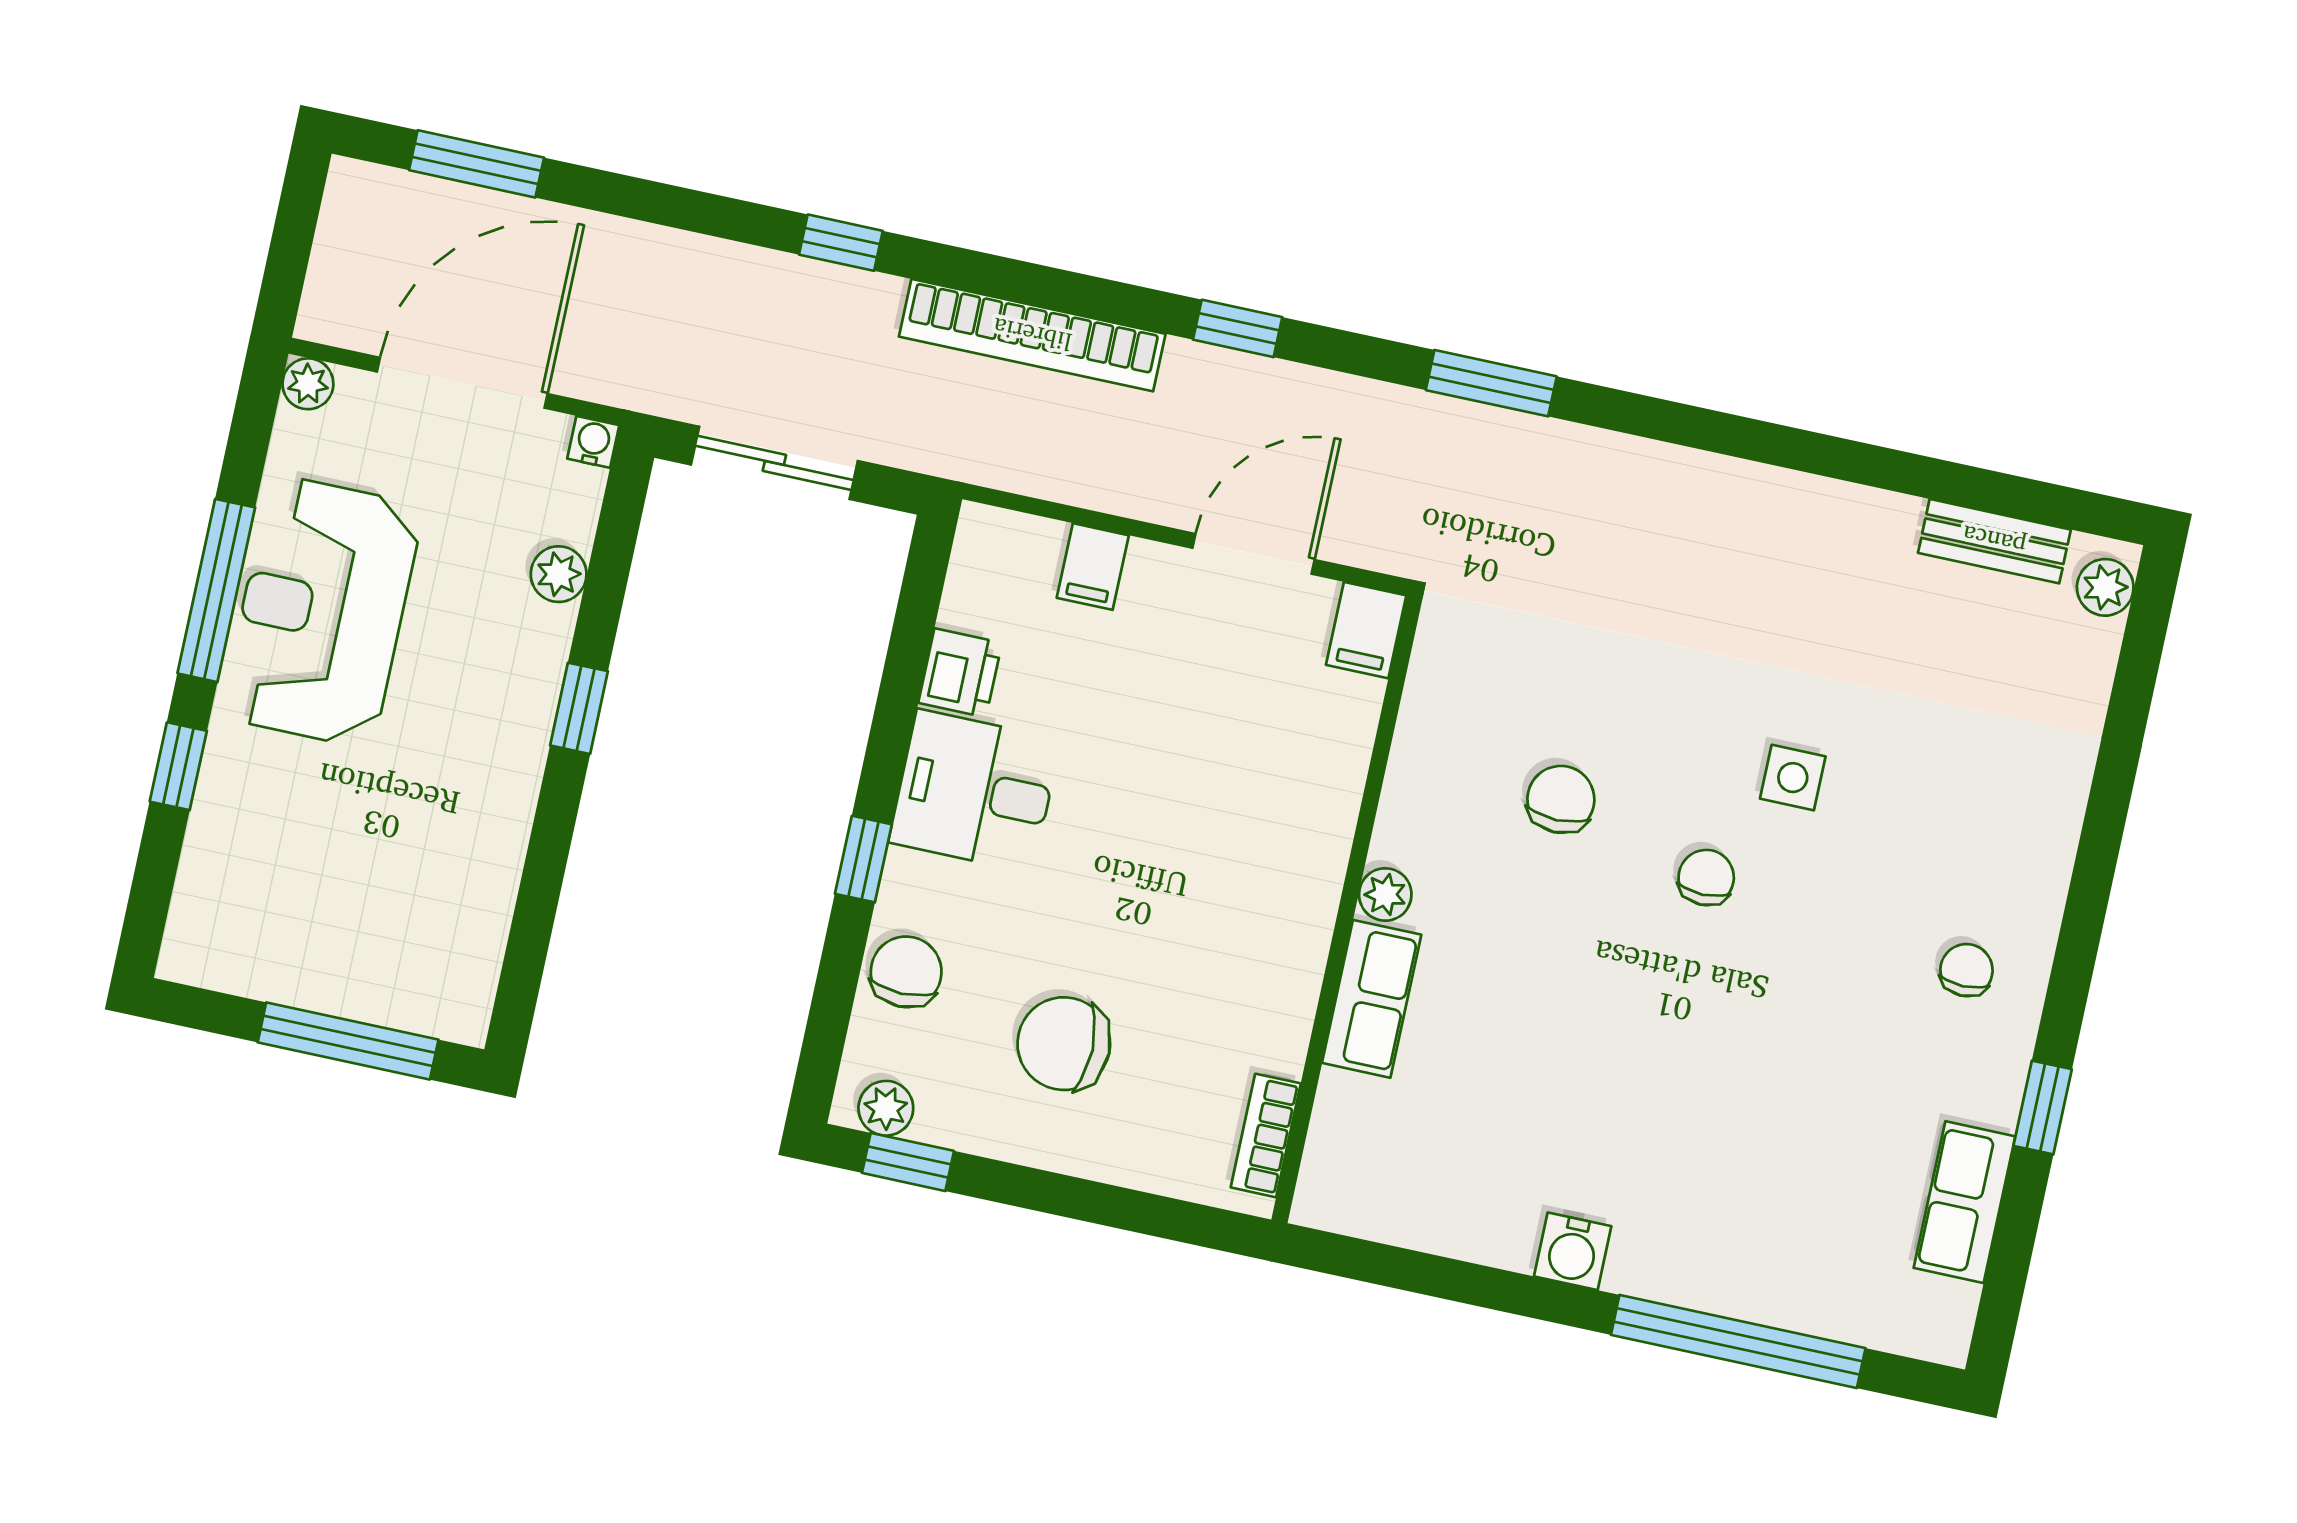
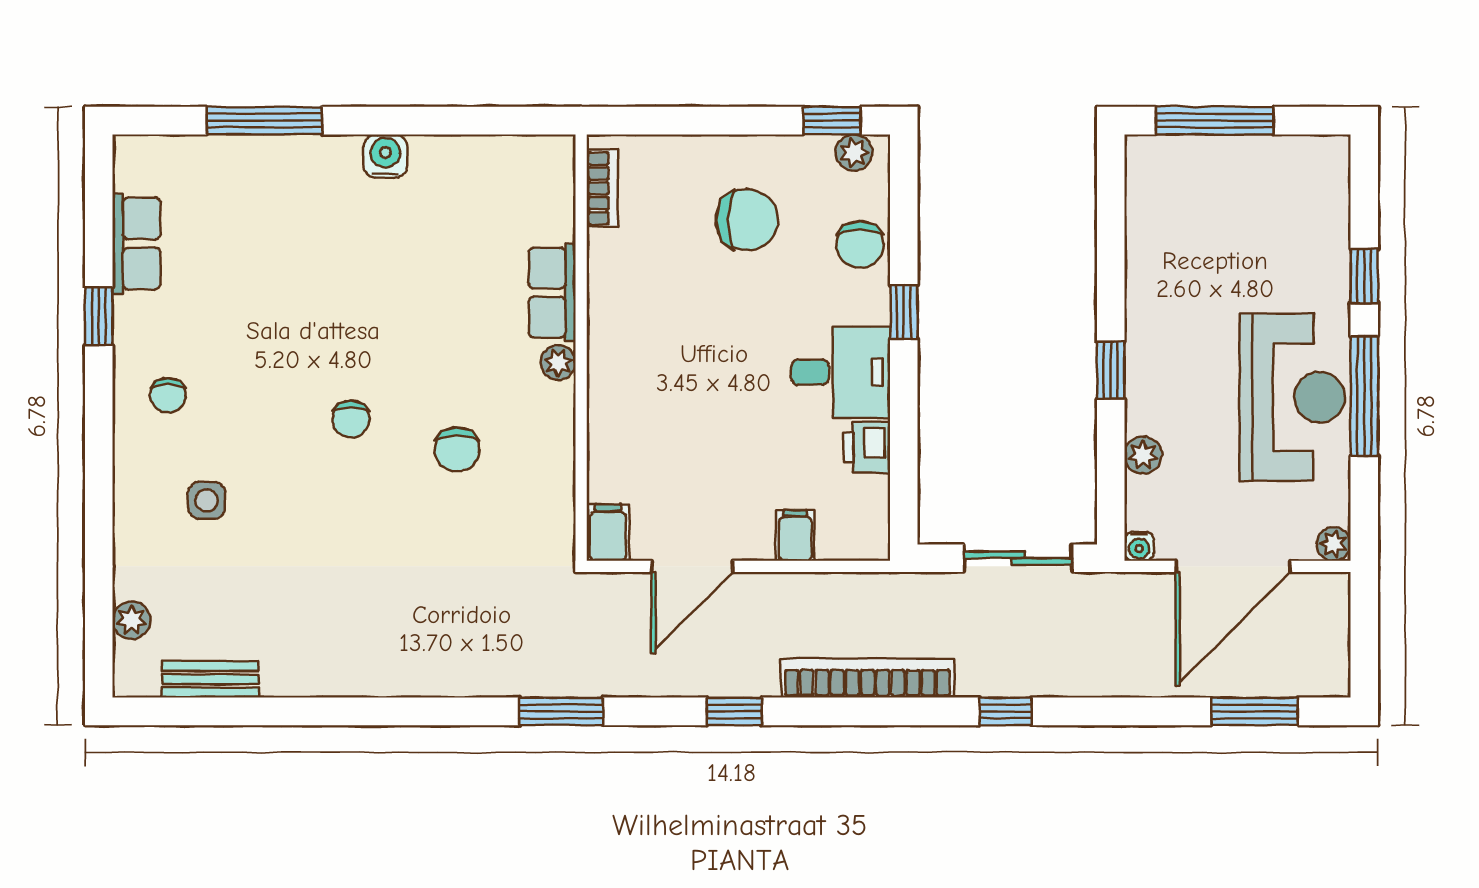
plant: (2105, 587) -> (131, 620), moved
side table: (1793, 778) -> (207, 500), moved
window: (1738, 1341) -> (265, 121), width x0.68

